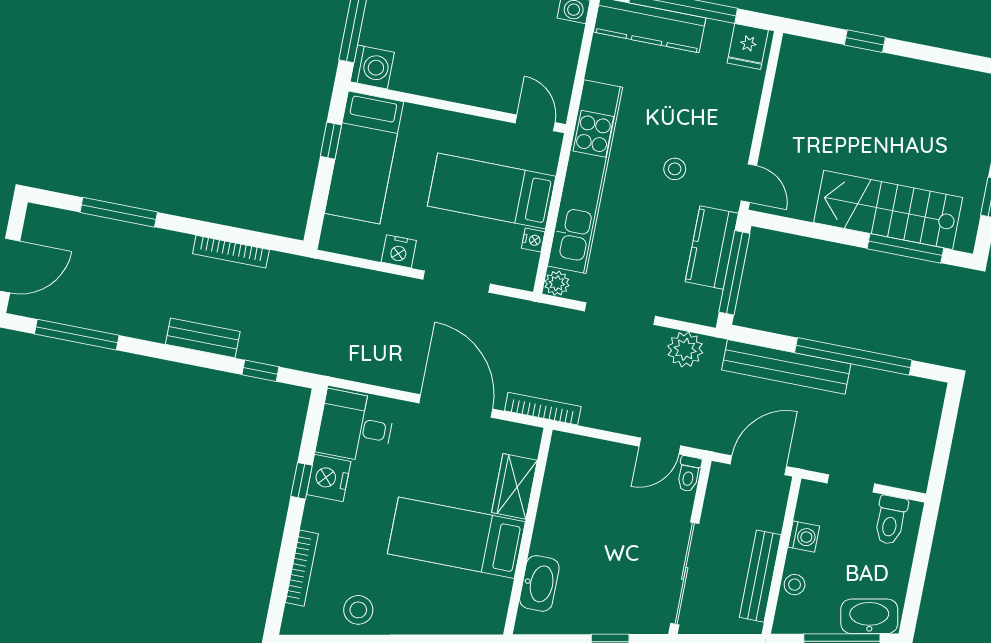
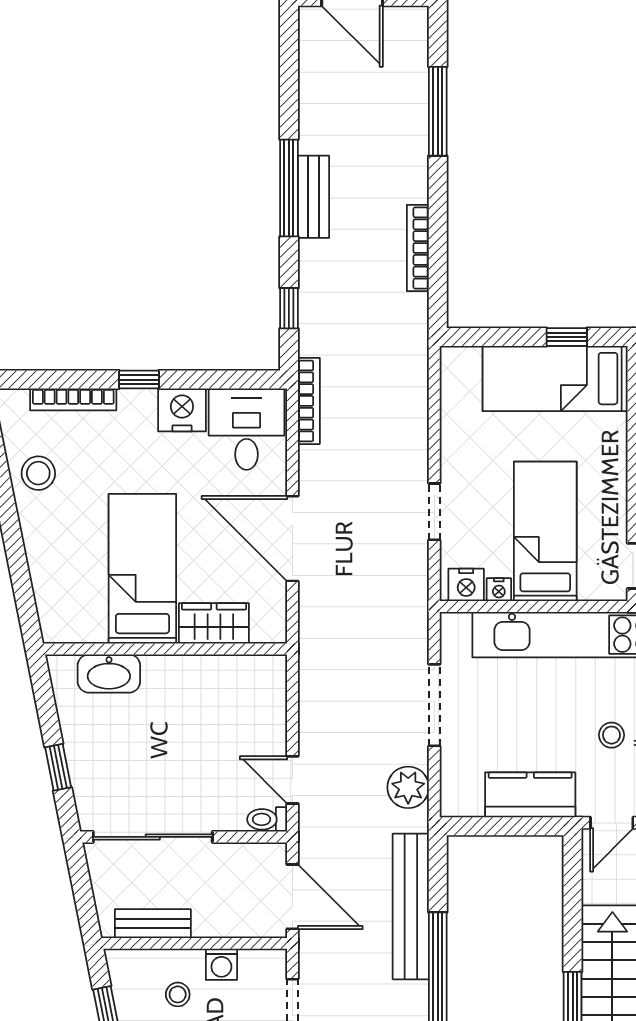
nightstand: (399, 251) -> (466, 585), moved, turned -90
window: (734, 273) -> (507, 826), removed
doorway: (457, 282) -> (434, 512), width x0.73
plant: (557, 283) -> (455, 626), removed
window: (77, 335) -> (289, 188), moved
bench: (203, 338) -> (313, 197), moved
door: (456, 406) -> (292, 539), swing flipped
bookcase: (543, 409) -> (309, 401), moved
window: (301, 481) -> (139, 380), moved
bench: (760, 576) -> (153, 924), width x0.73
stool: (795, 585) -> (178, 994), moved

